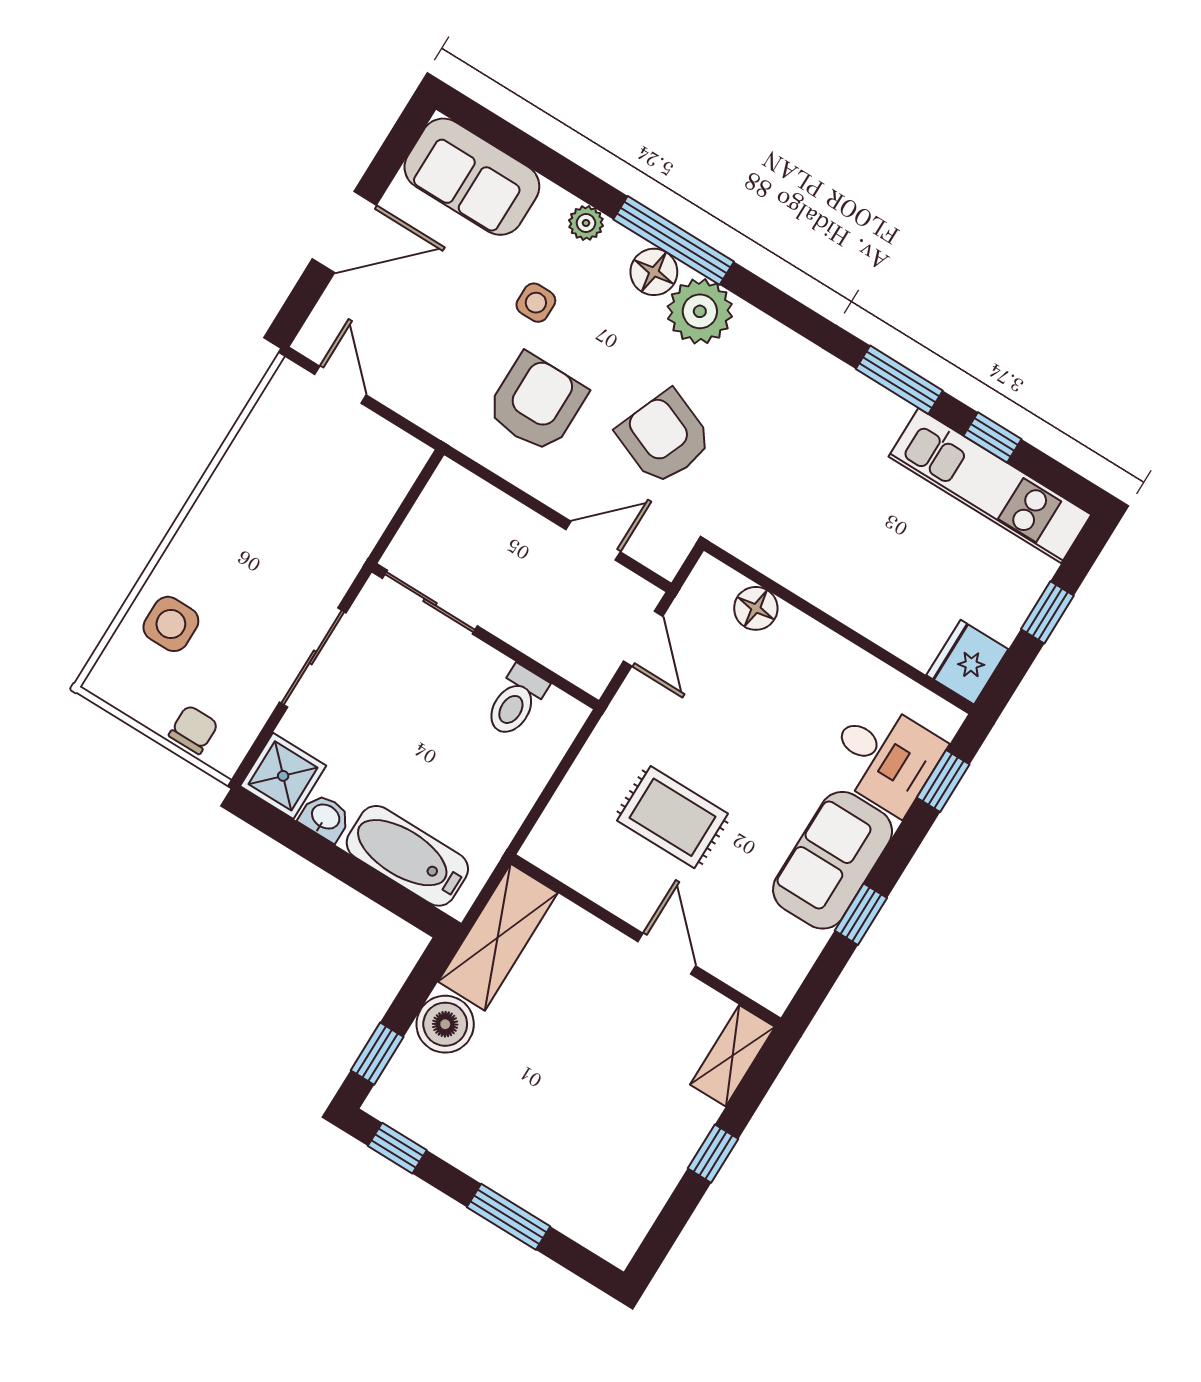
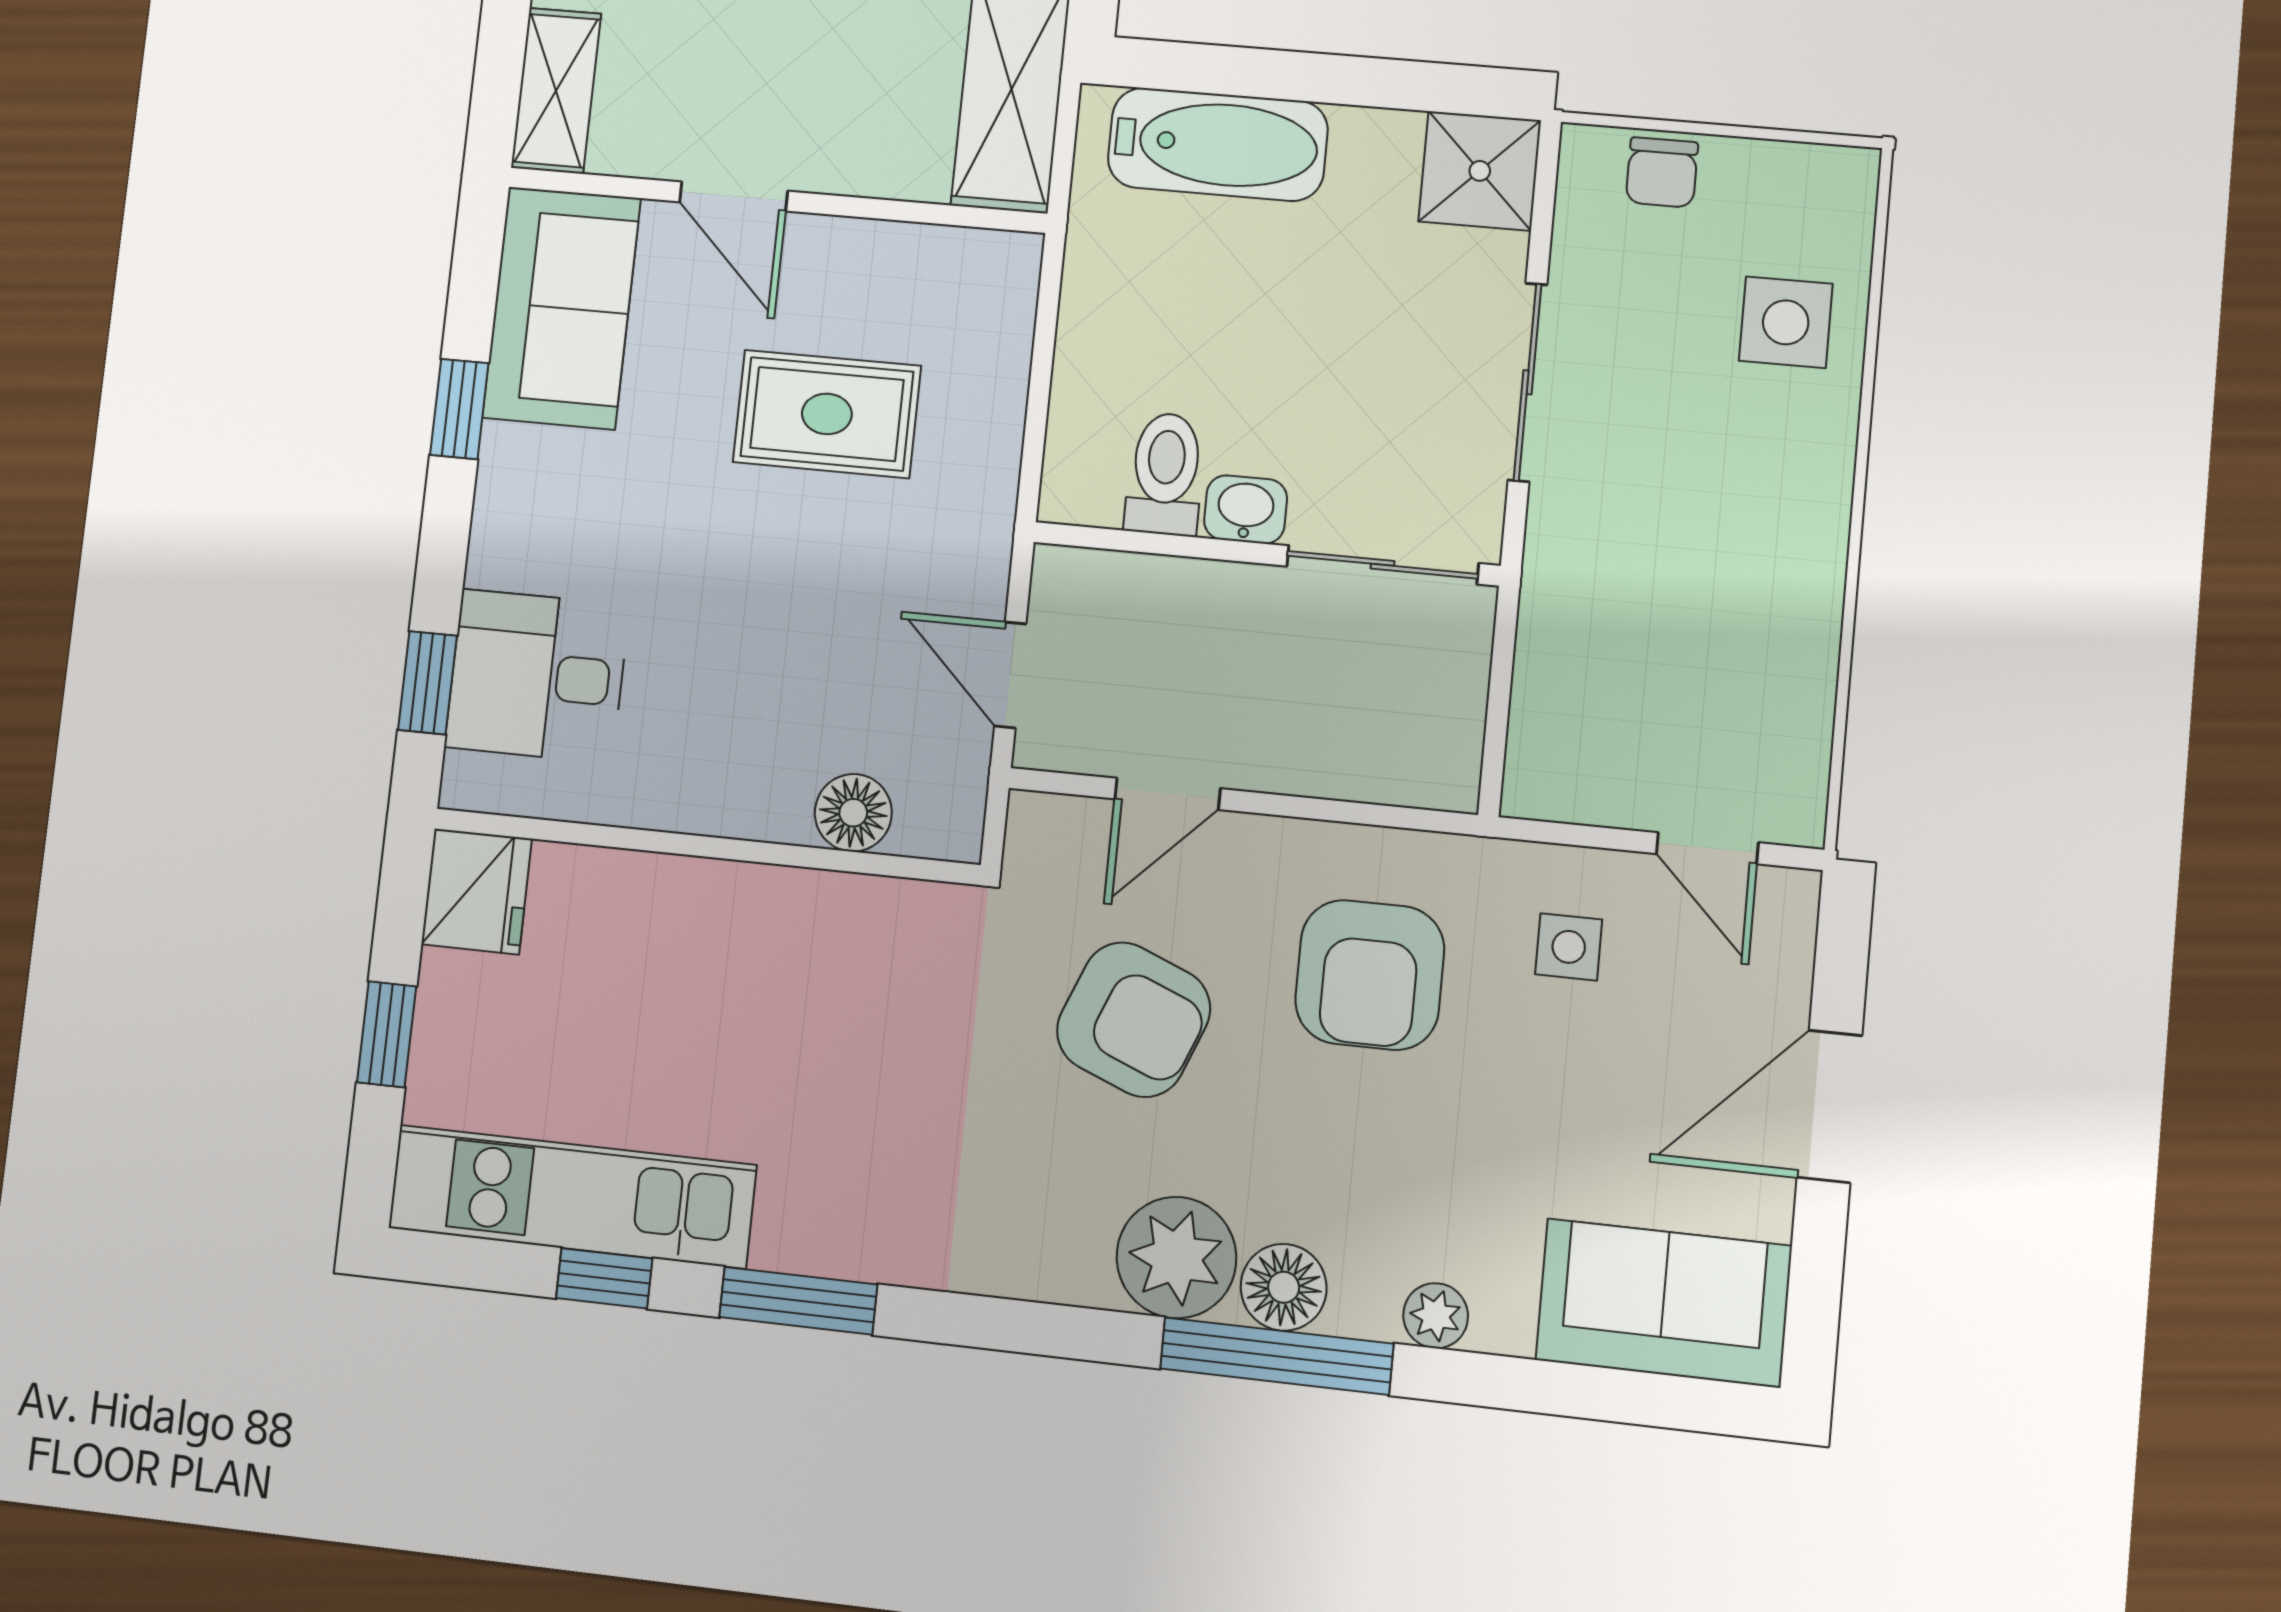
side table: (536, 303) -> (1569, 947), moved
washbasin: (325, 817) -> (1246, 509), moved, turned 180
sofa: (833, 860) -> (562, 308), moved

